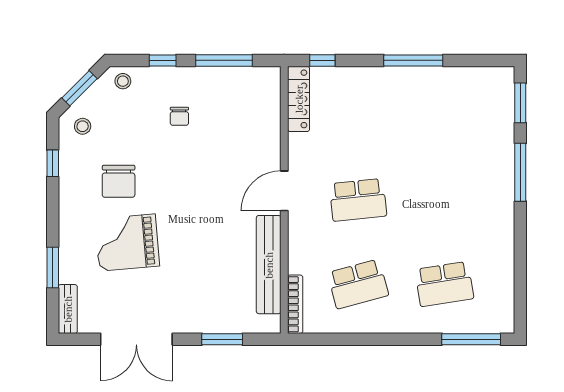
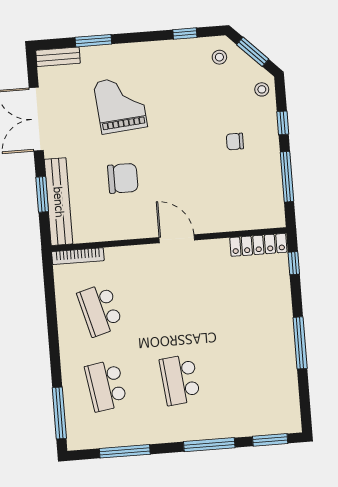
chair: (119, 181) -> (123, 178), moved, turned 180
school desk: (358, 200) -> (180, 380), moved
bench: (269, 265) -> (58, 202), moved, turned 90
window: (520, 269) -> (125, 451), added

